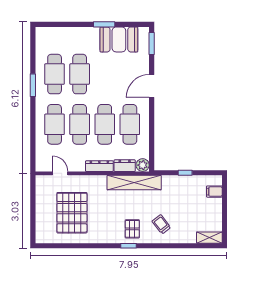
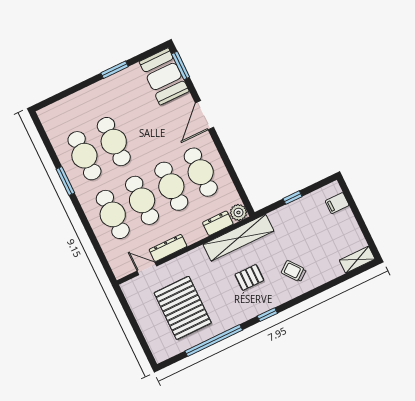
booth: (119, 39) -> (164, 76), moved, turned 90
dresser: (99, 166) -> (168, 248), moved
pallet: (132, 229) -> (249, 277), moved, turned 90
window: (83, 246) -> (214, 340), added

